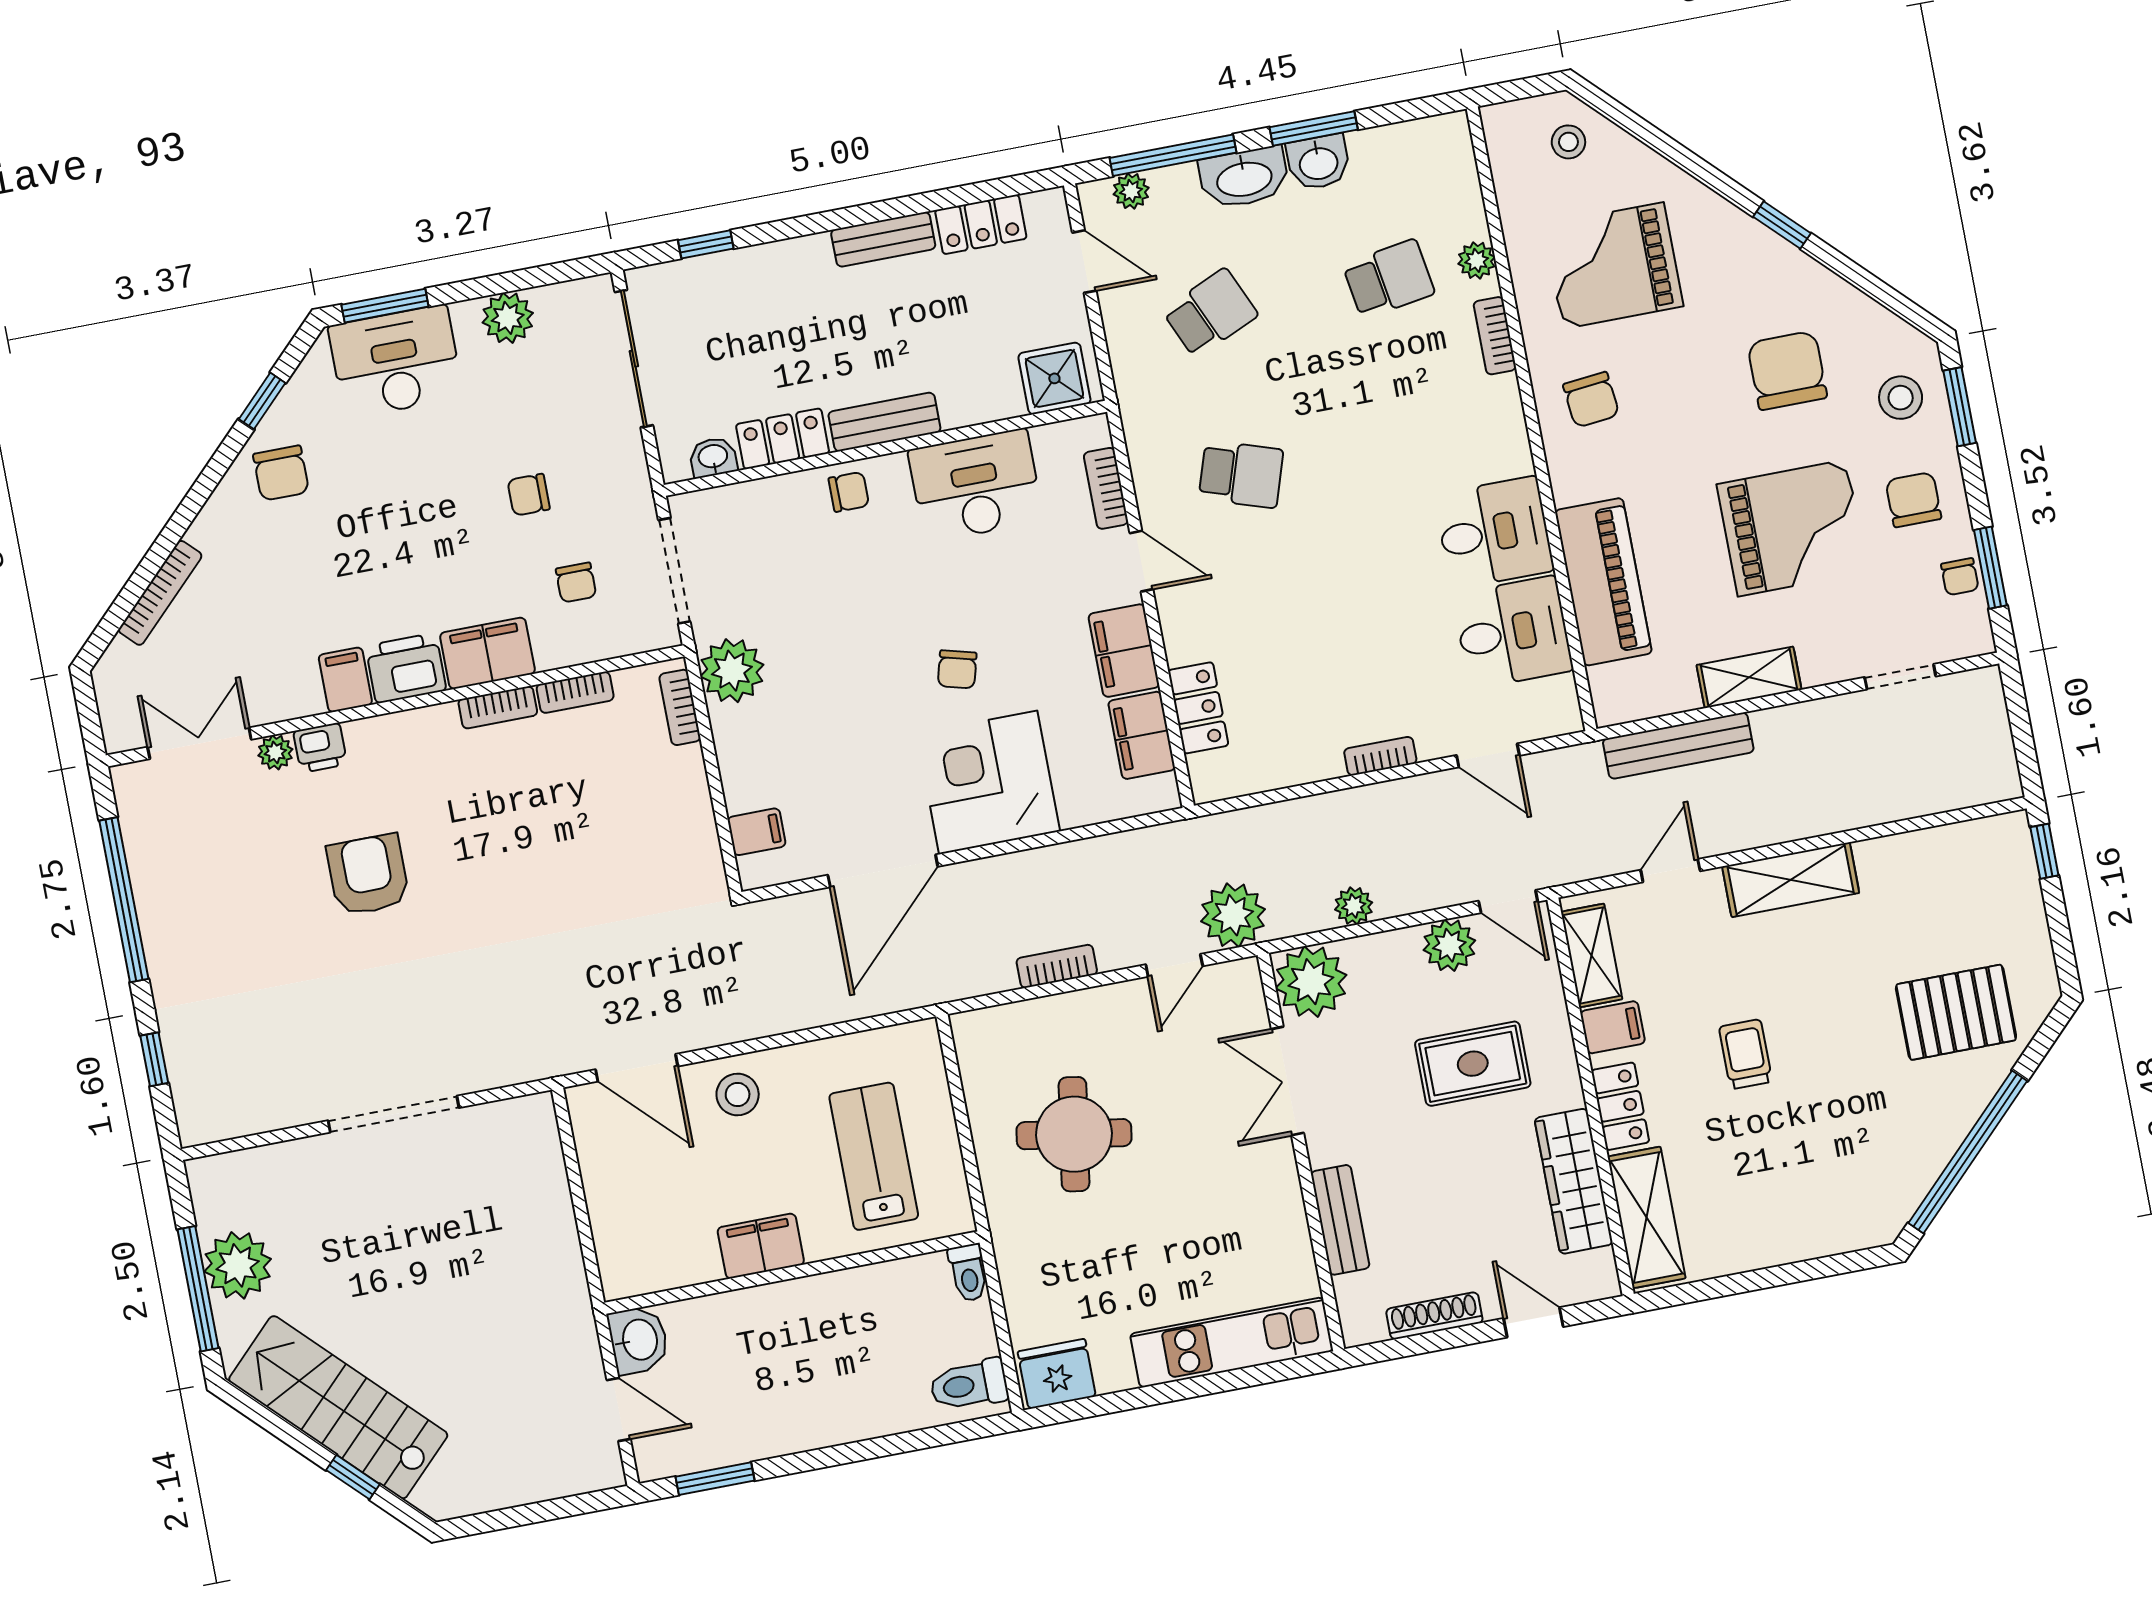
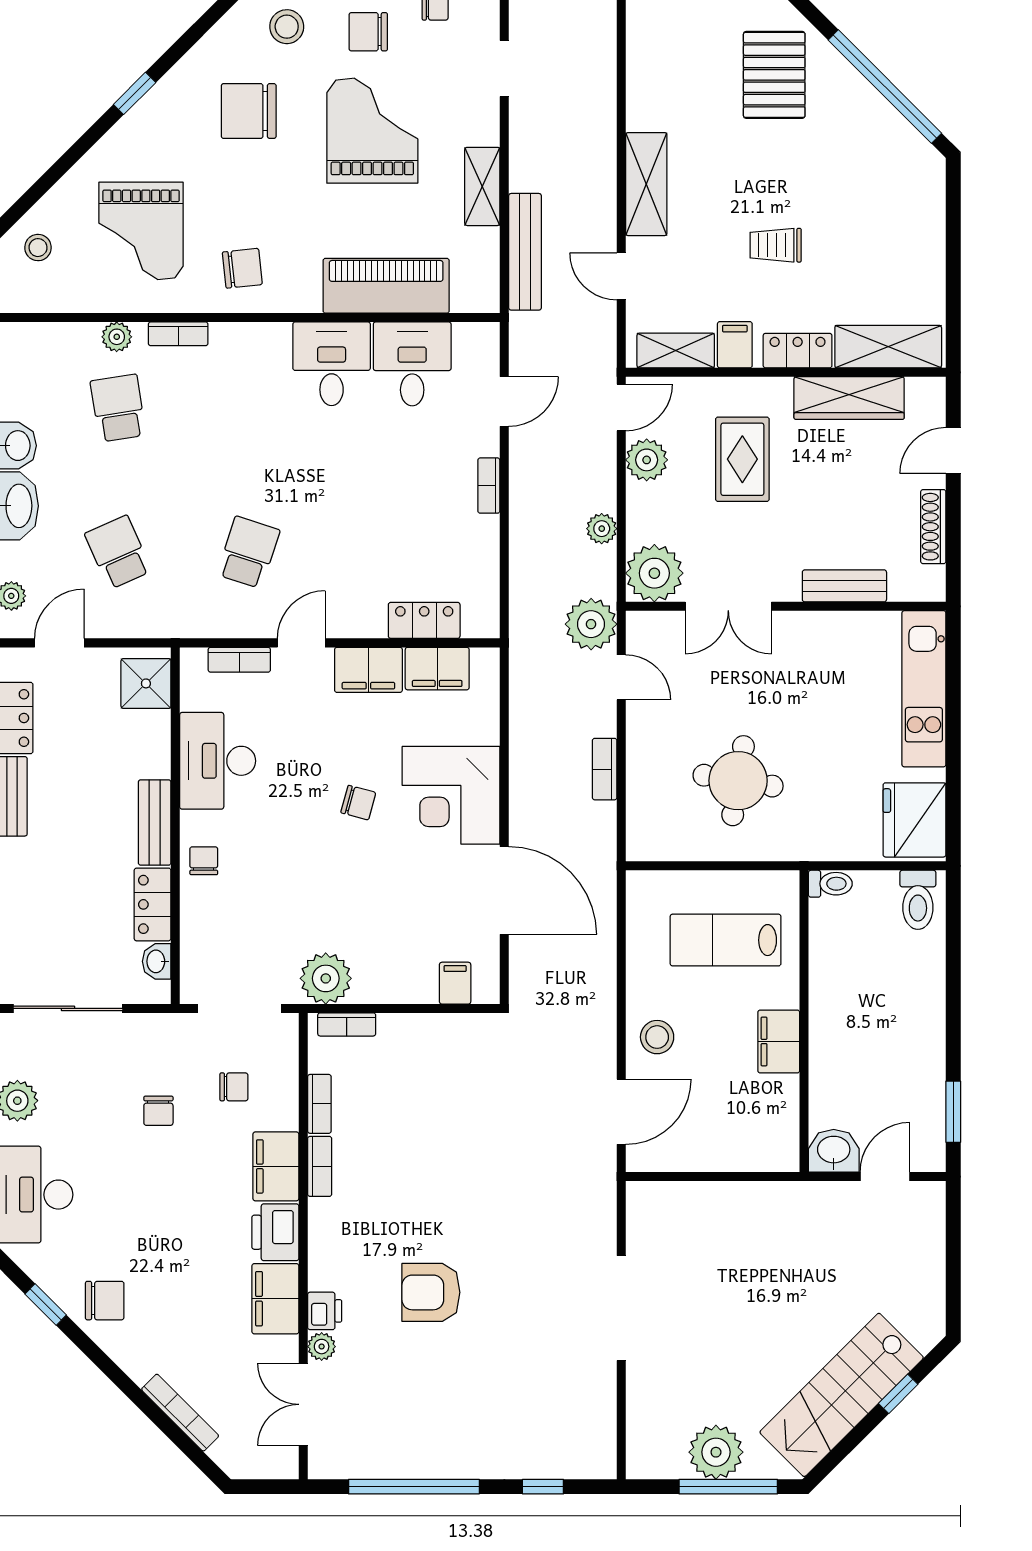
filing cabinet: (345, 680) -> (275, 1299), width x2.00
fridge: (1057, 1374) -> (914, 820), width x1.36, depth x1.34

